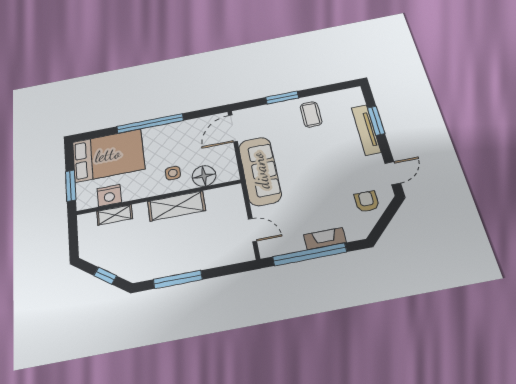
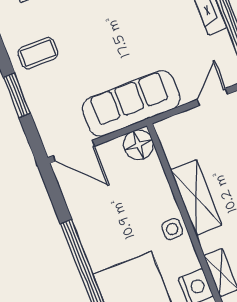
side table: (173, 173) -> (172, 229), moved
floor lamp: (204, 176) -> (138, 145), moved

